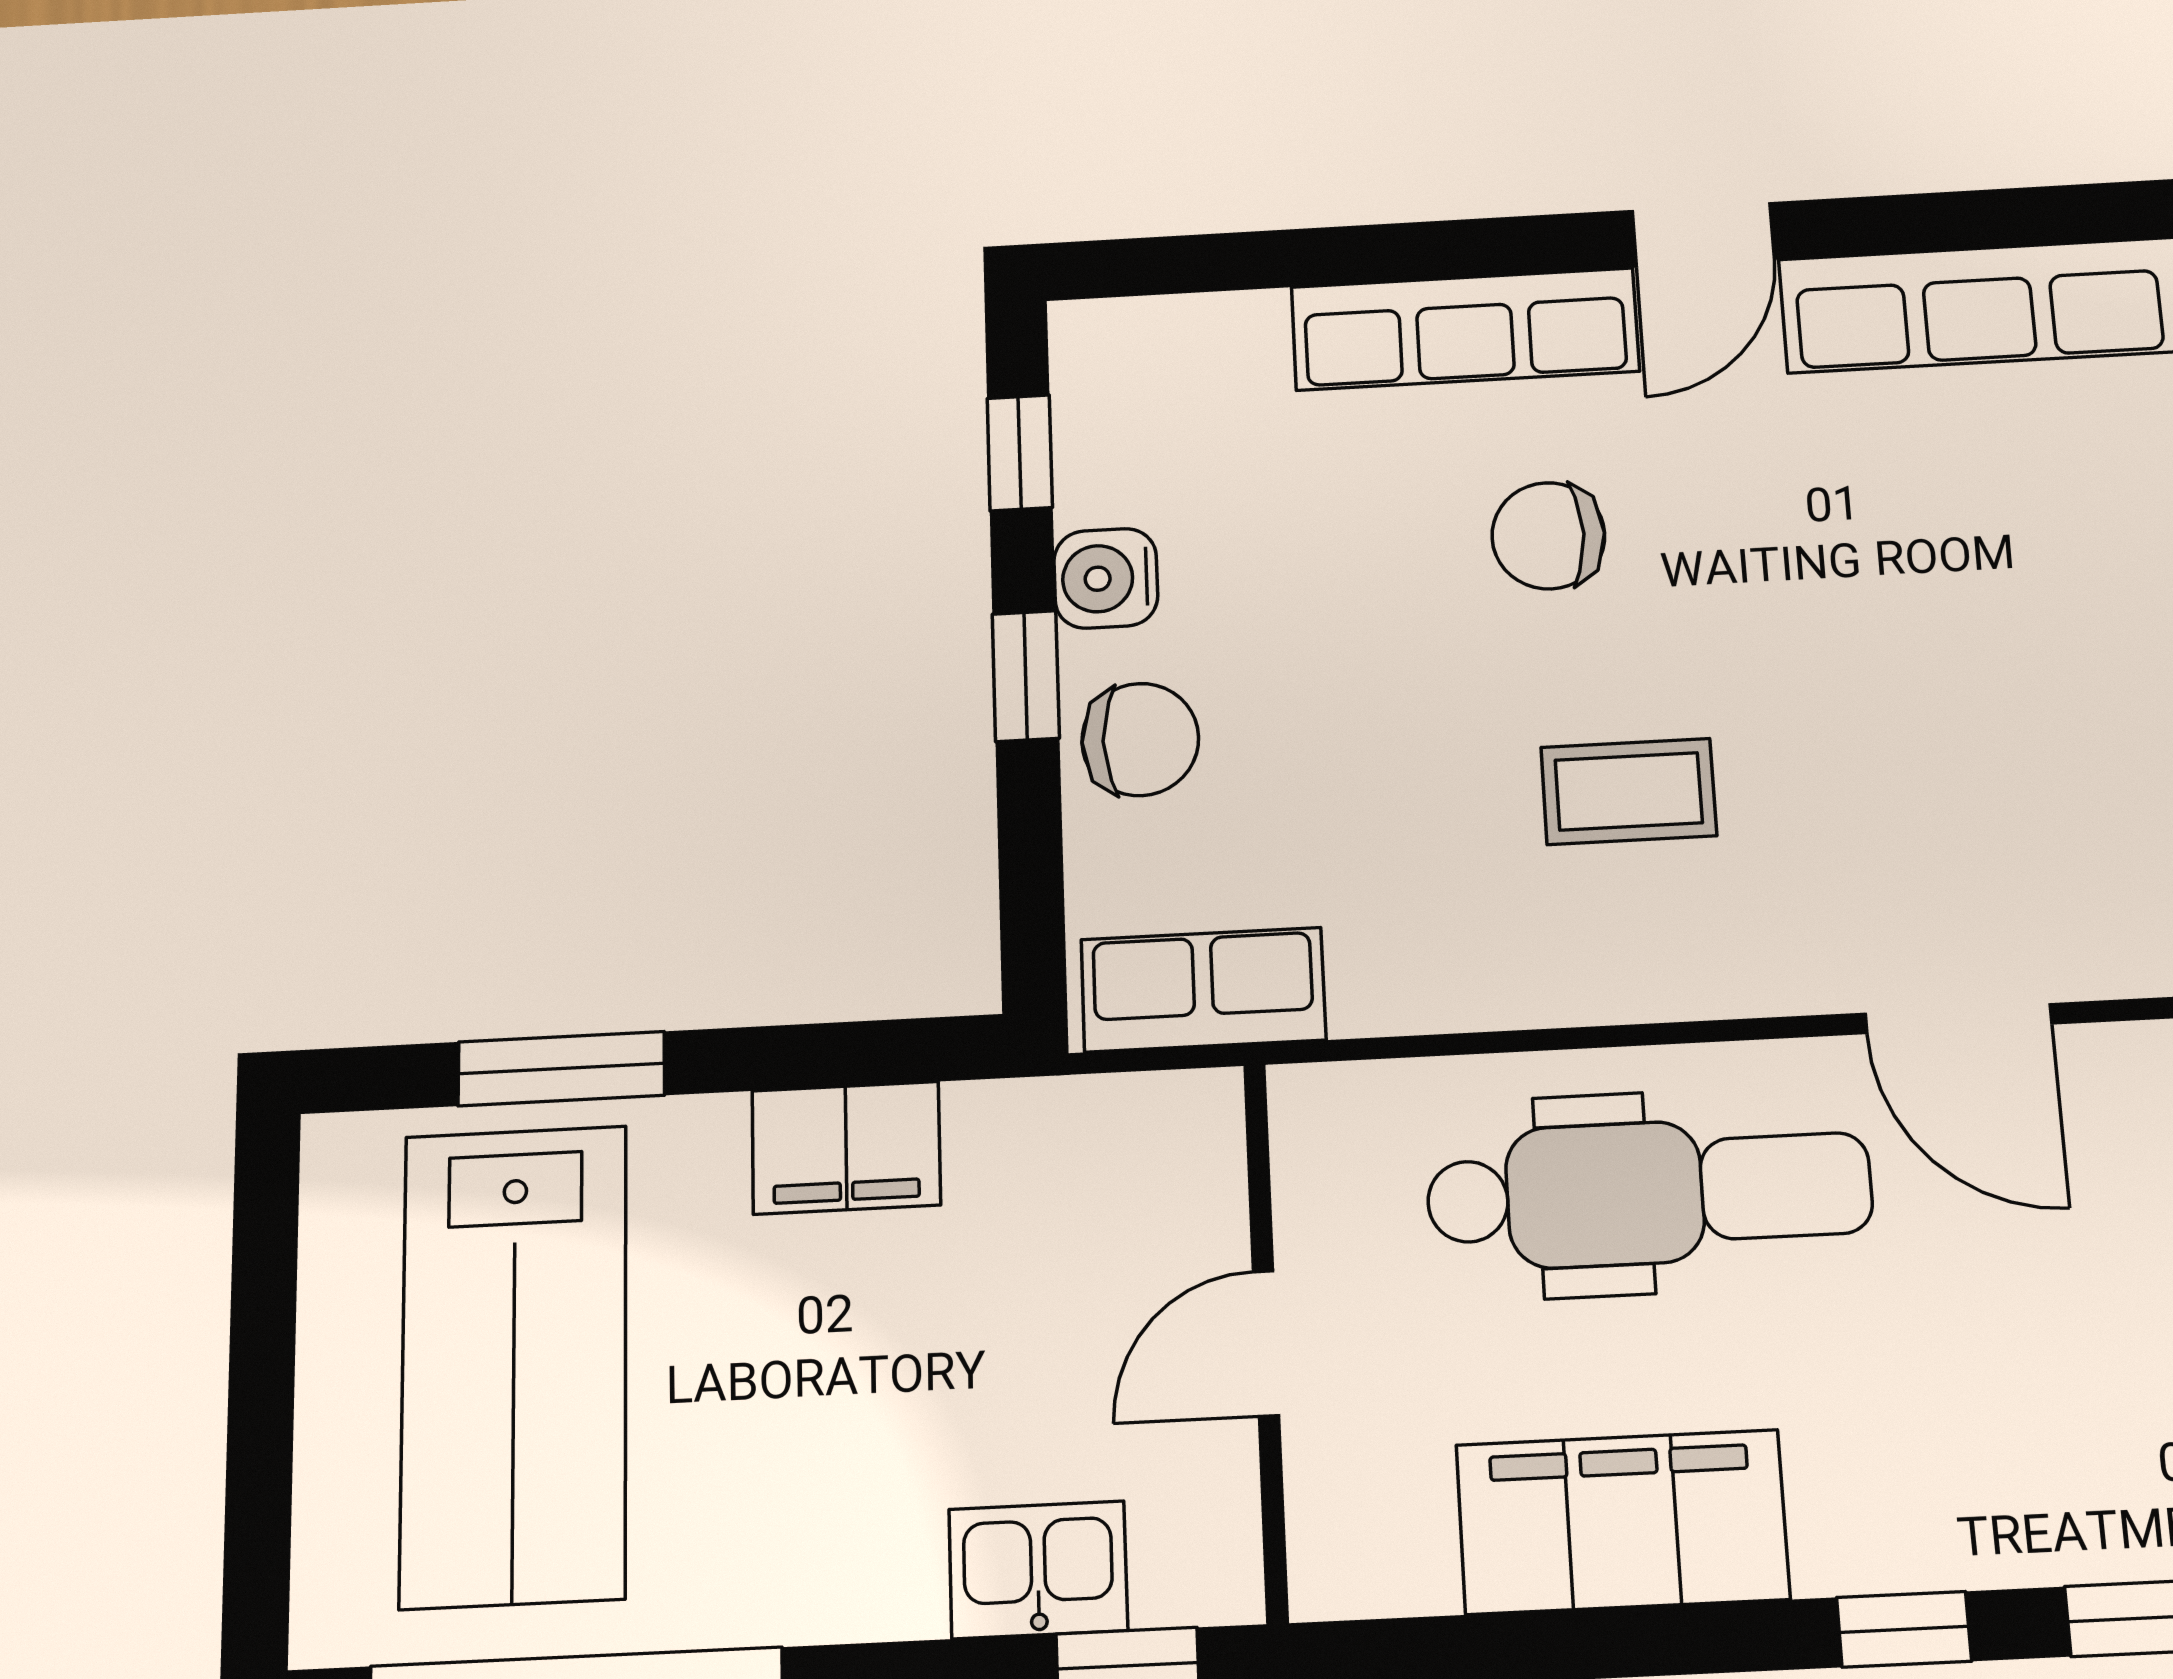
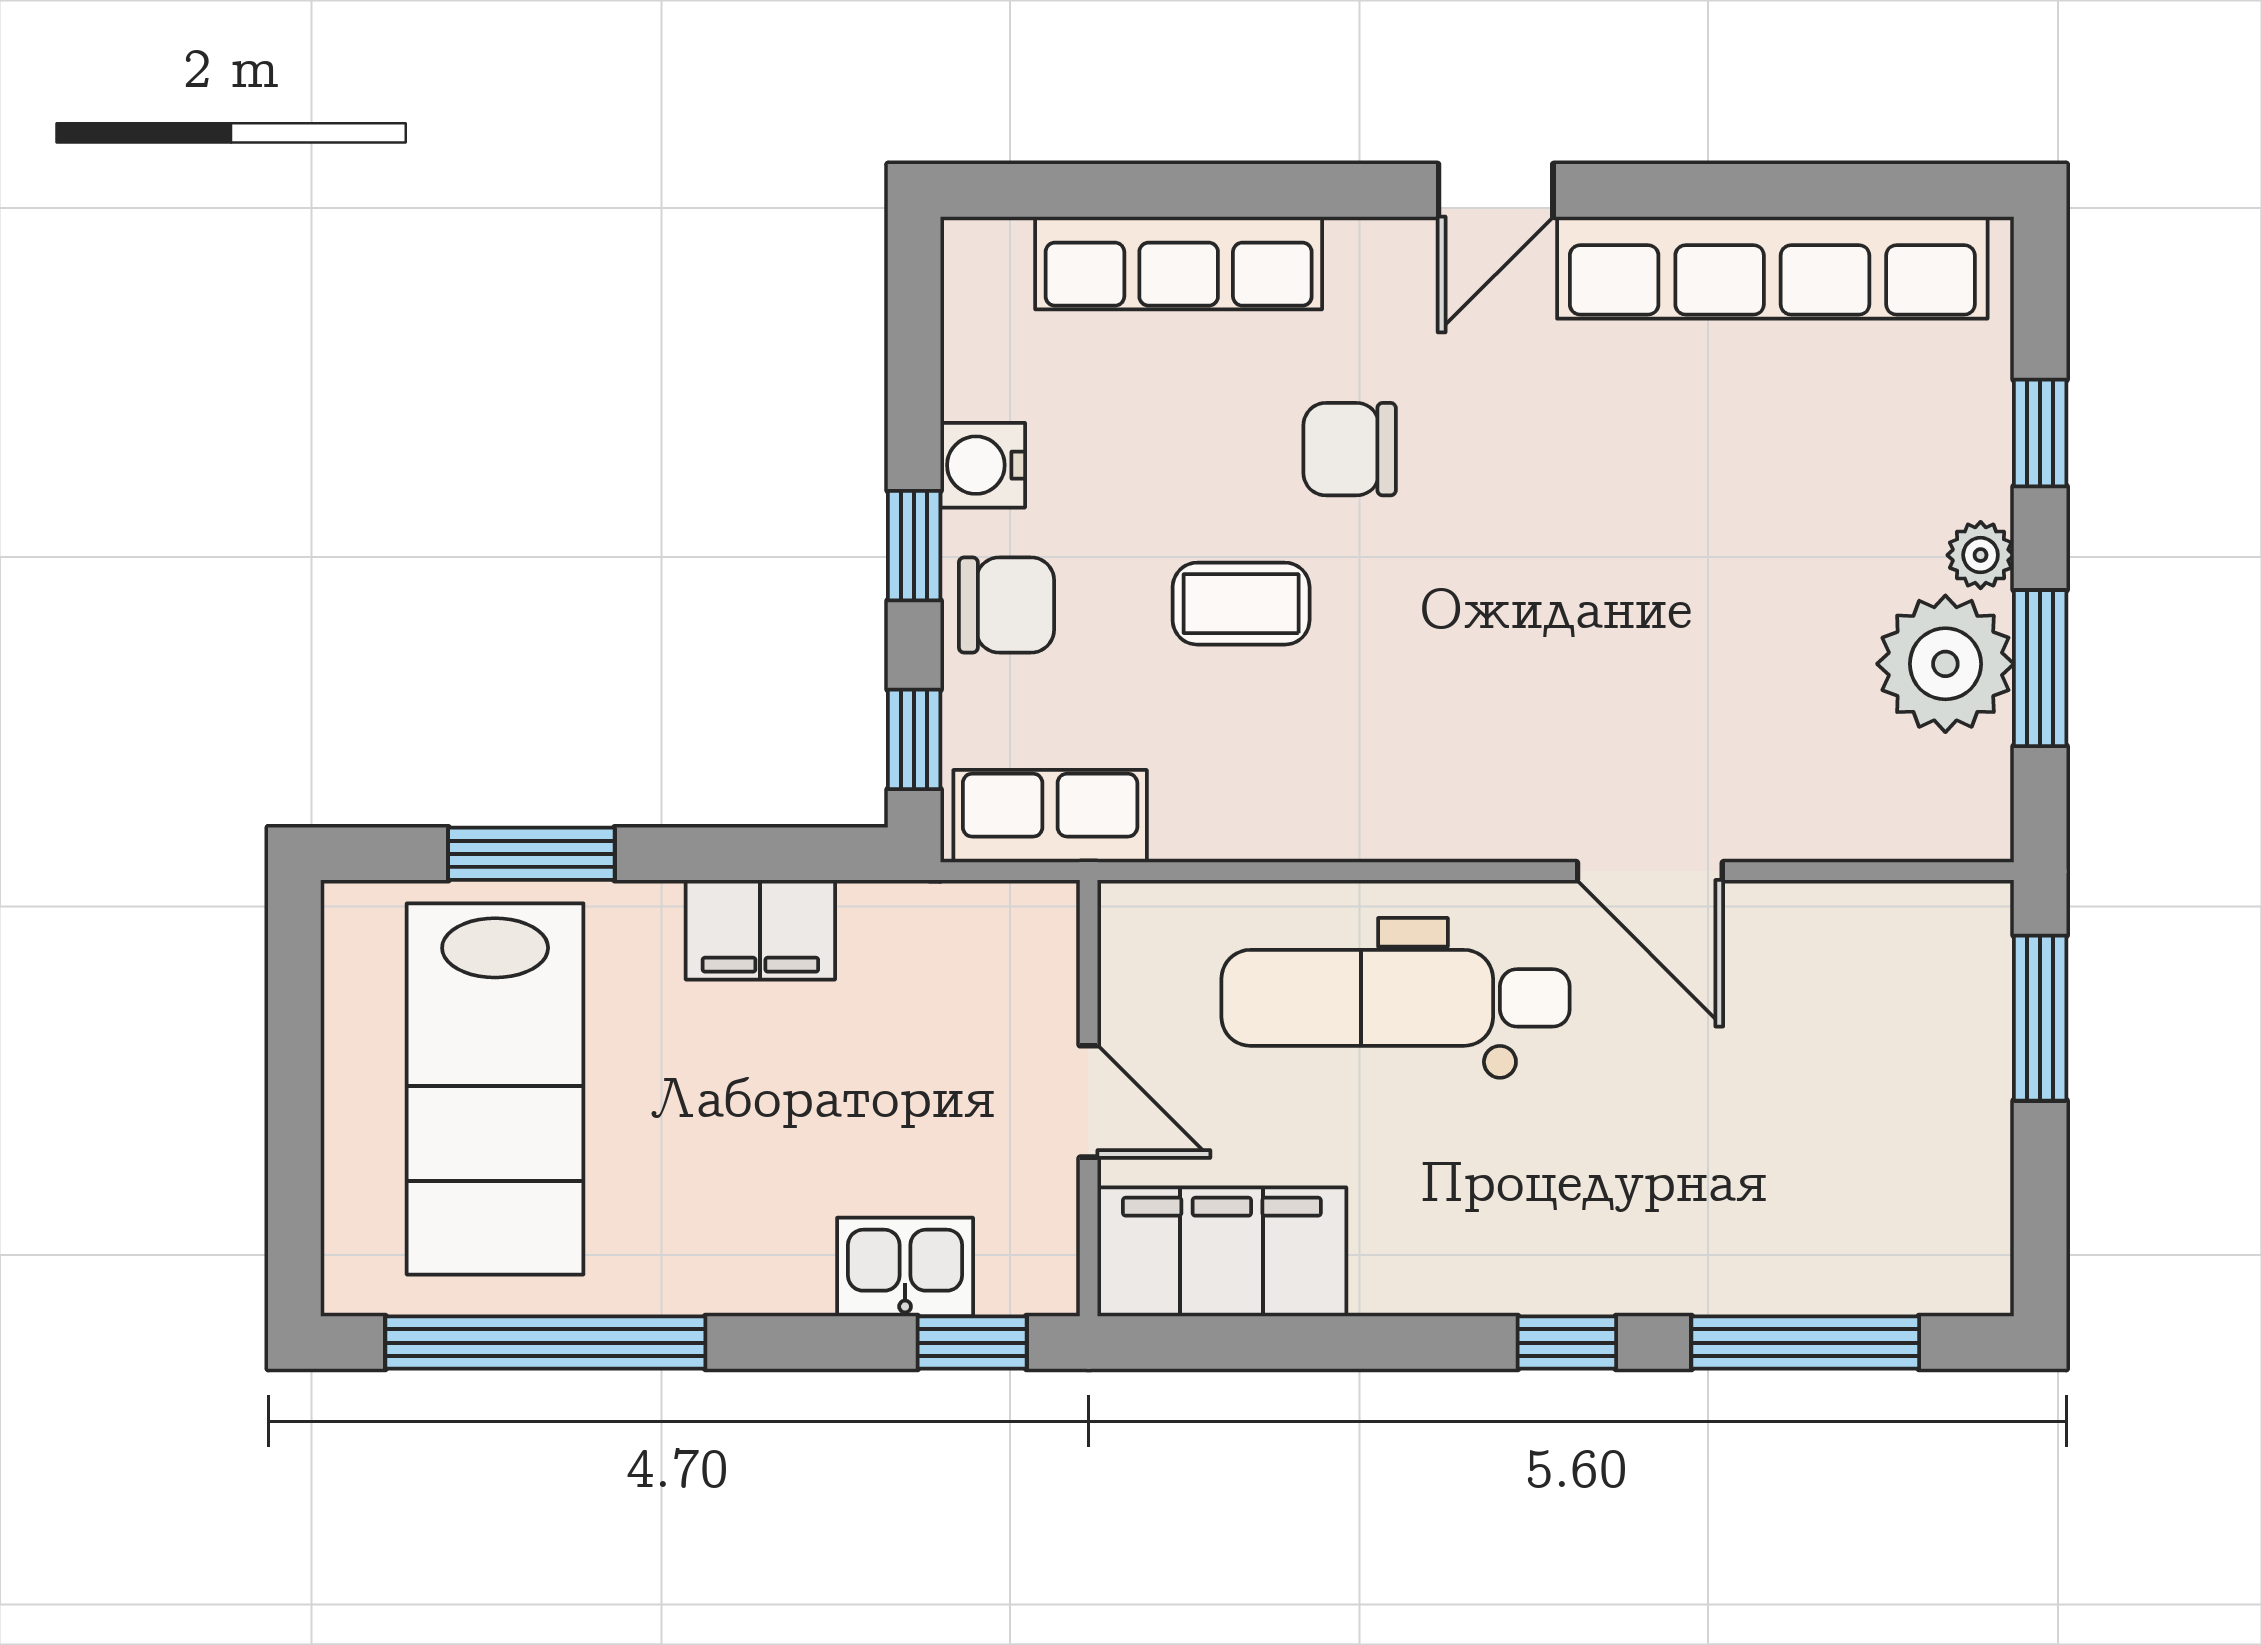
row of seats: (1465, 329) -> (1179, 263), moved
window: (1020, 453) -> (914, 739), moved
coffee table: (1629, 791) -> (1241, 604), moved
dental chair: (1649, 1193) -> (1396, 998), turned 180
door: (1266, 1343) -> (1089, 1101), swing flipped
filing cabinet: (1622, 1522) -> (1222, 1252), moved

